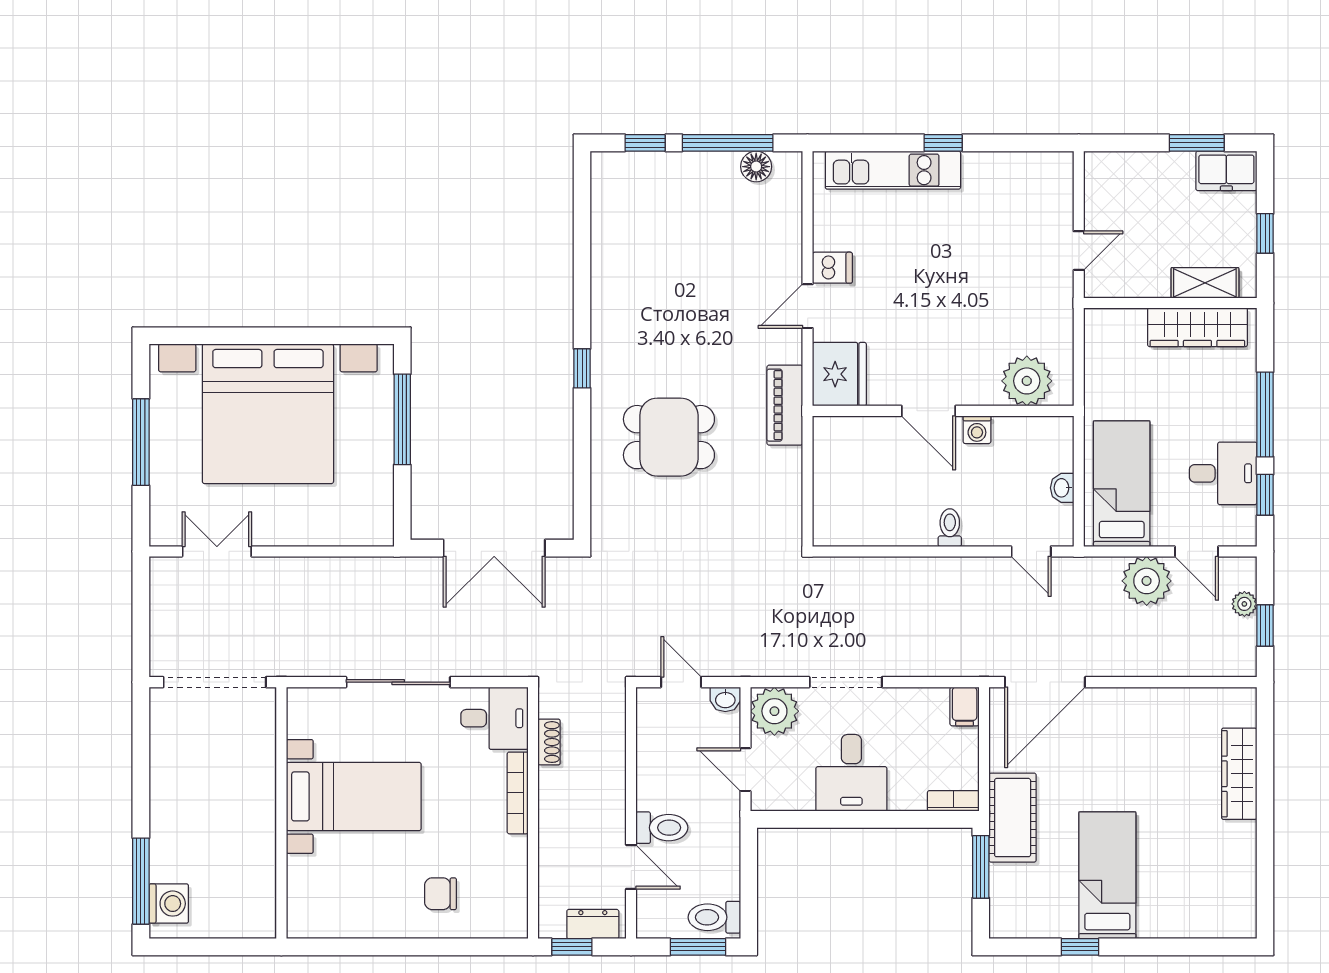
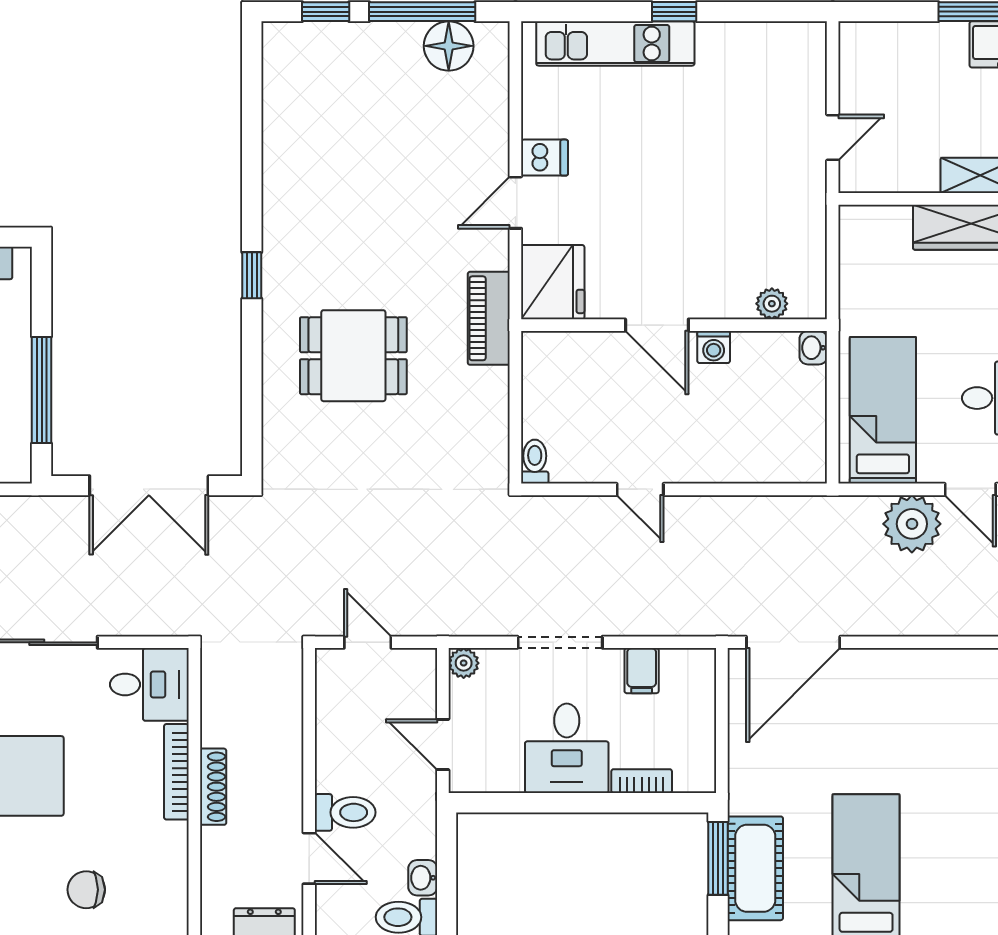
floor lamp: (756, 167) -> (449, 46), width x1.38, depth x1.38
plant: (1027, 381) -> (772, 304), width x0.53, depth x0.53
window: (402, 419) -> (42, 390), moved
washbasin: (1062, 488) -> (813, 348), moved
toilet: (950, 528) -> (535, 462), moved
door: (1031, 551) -> (640, 489), moved
washbasin: (725, 699) -> (423, 878), moved, turned 90
filing cabinet: (965, 706) -> (642, 671), moved
plant: (774, 711) -> (464, 663), width x0.53, depth x0.53
shoe rack: (549, 742) -> (213, 787), moved, width x1.43
bookcase: (953, 801) -> (642, 781), moved
cot: (1013, 818) -> (755, 868), moved

